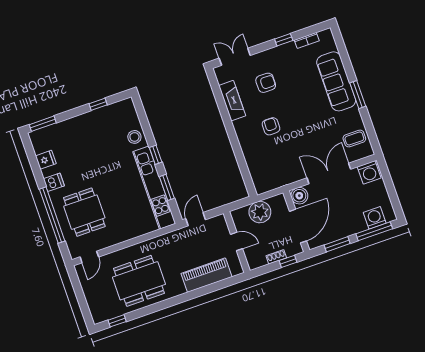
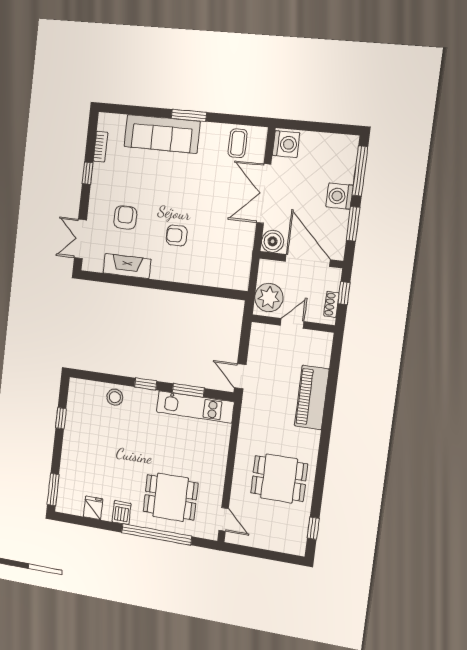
kitchen unit: (154, 188) -> (195, 407), width x0.73
washing machine: (375, 218) -> (339, 196), moved
door: (237, 241) -> (292, 323), moved
wall: (237, 242) -> (293, 324), moved
dining table: (139, 281) -> (279, 478), width x0.73

